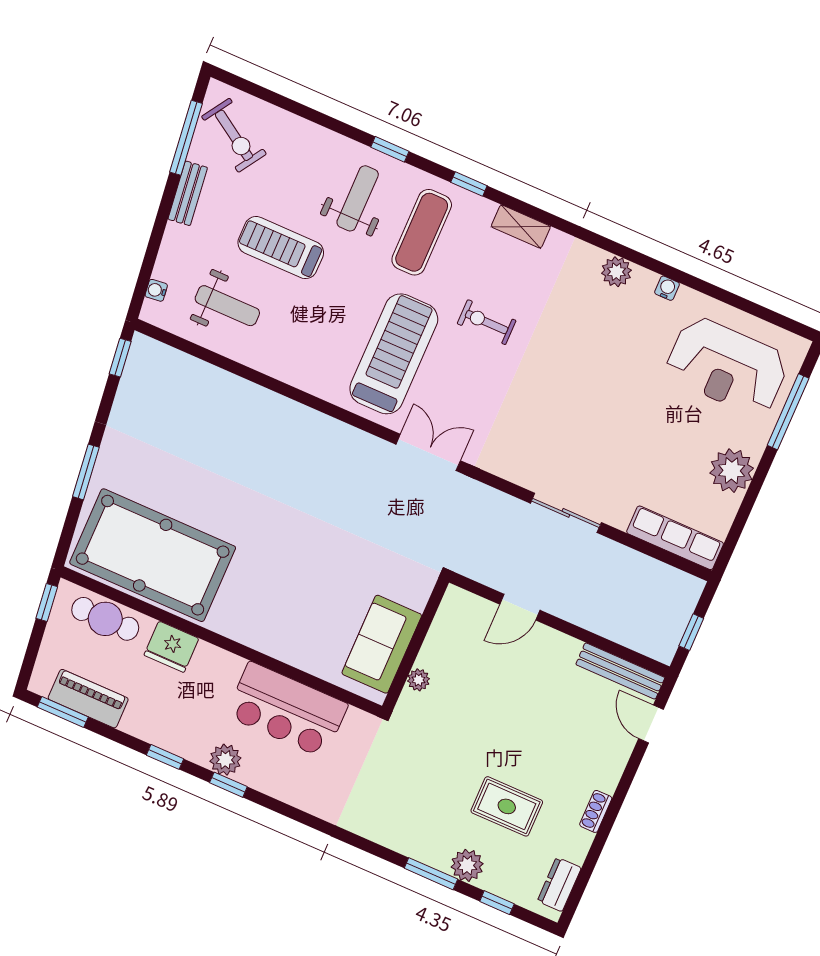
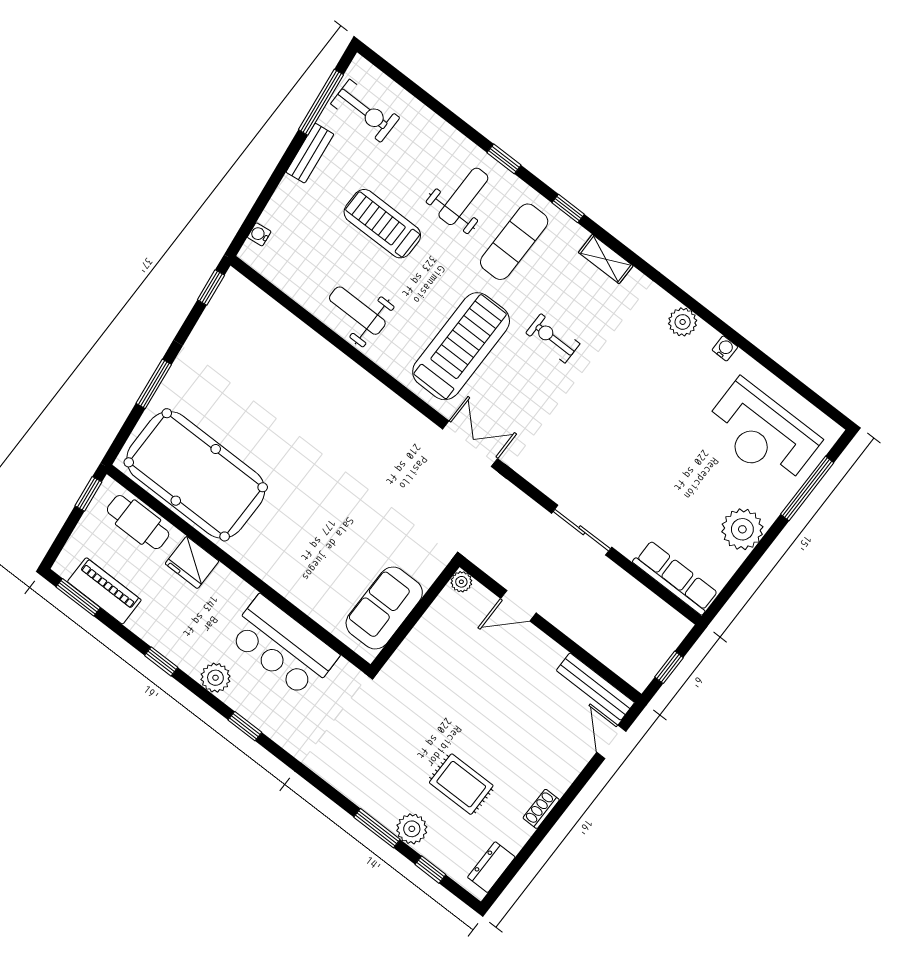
exercise bike: (234, 135) -> (365, 111), turned -33
weight bench: (227, 306) -> (357, 311), moved, turned 180
plant: (419, 680) -> (461, 582), moved
window: (228, 785) -> (245, 726), moved

